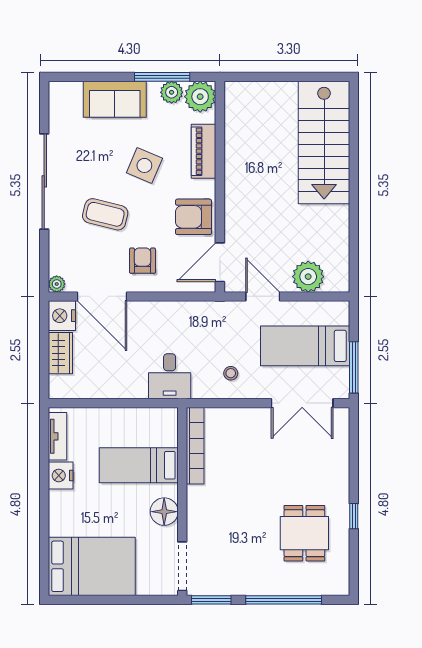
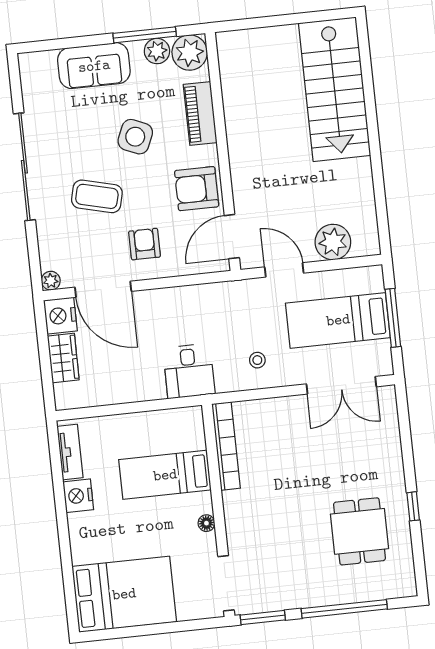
window: (354, 367) -> (393, 318), moved
floor lamp: (164, 512) -> (206, 523), width x0.53, depth x0.53

